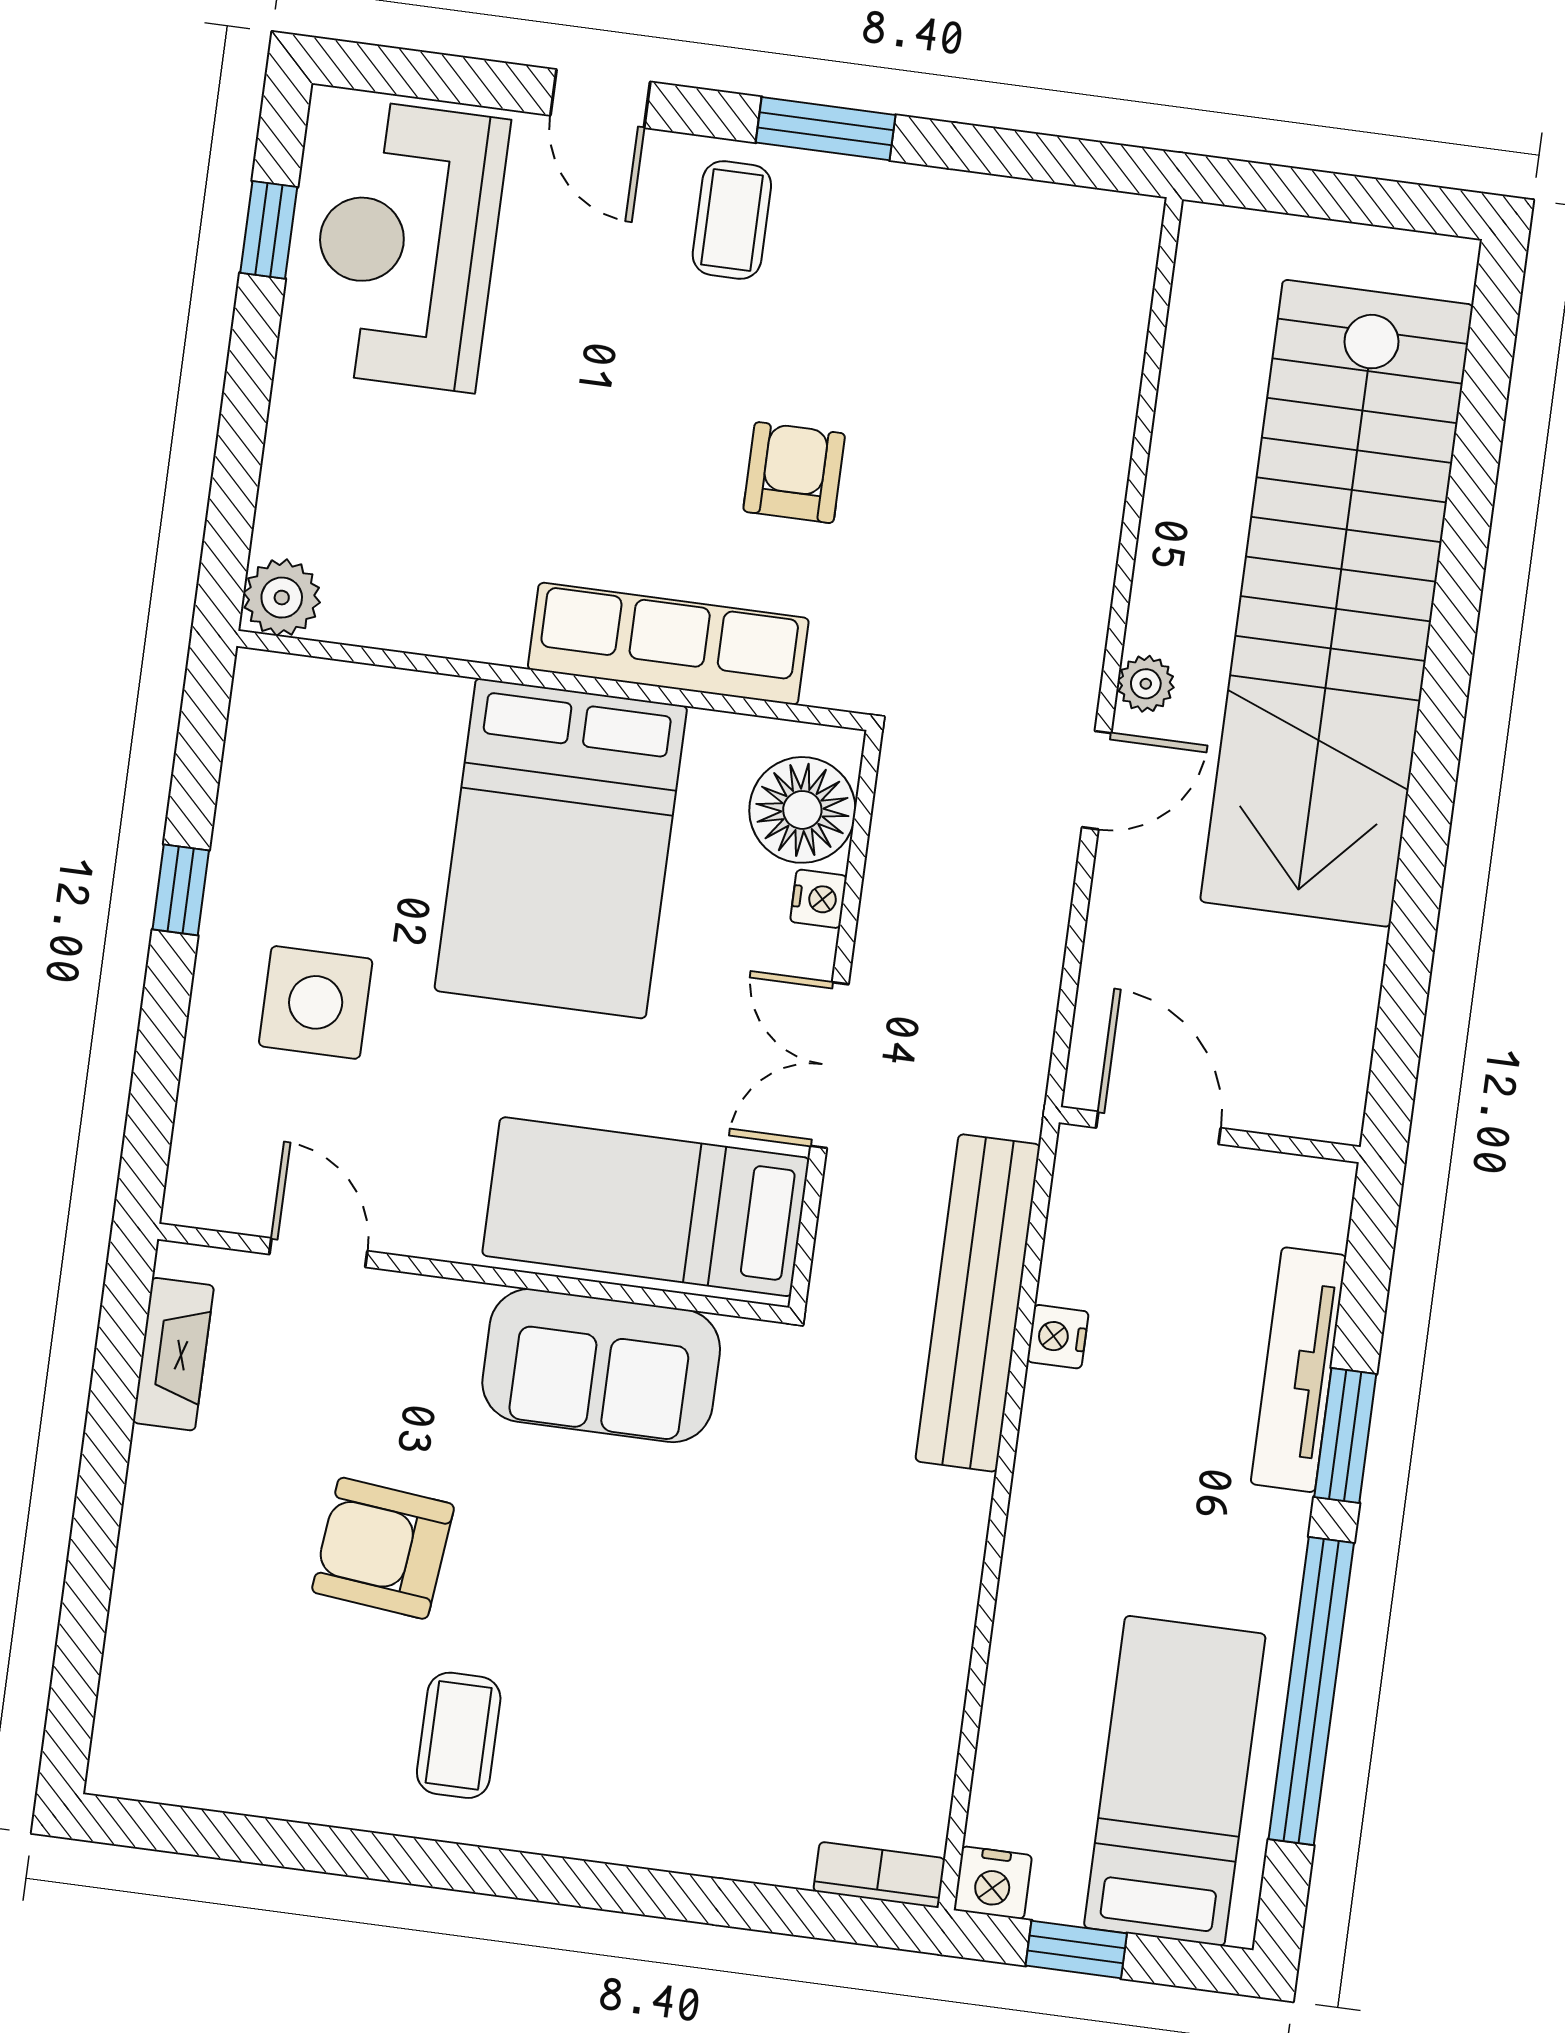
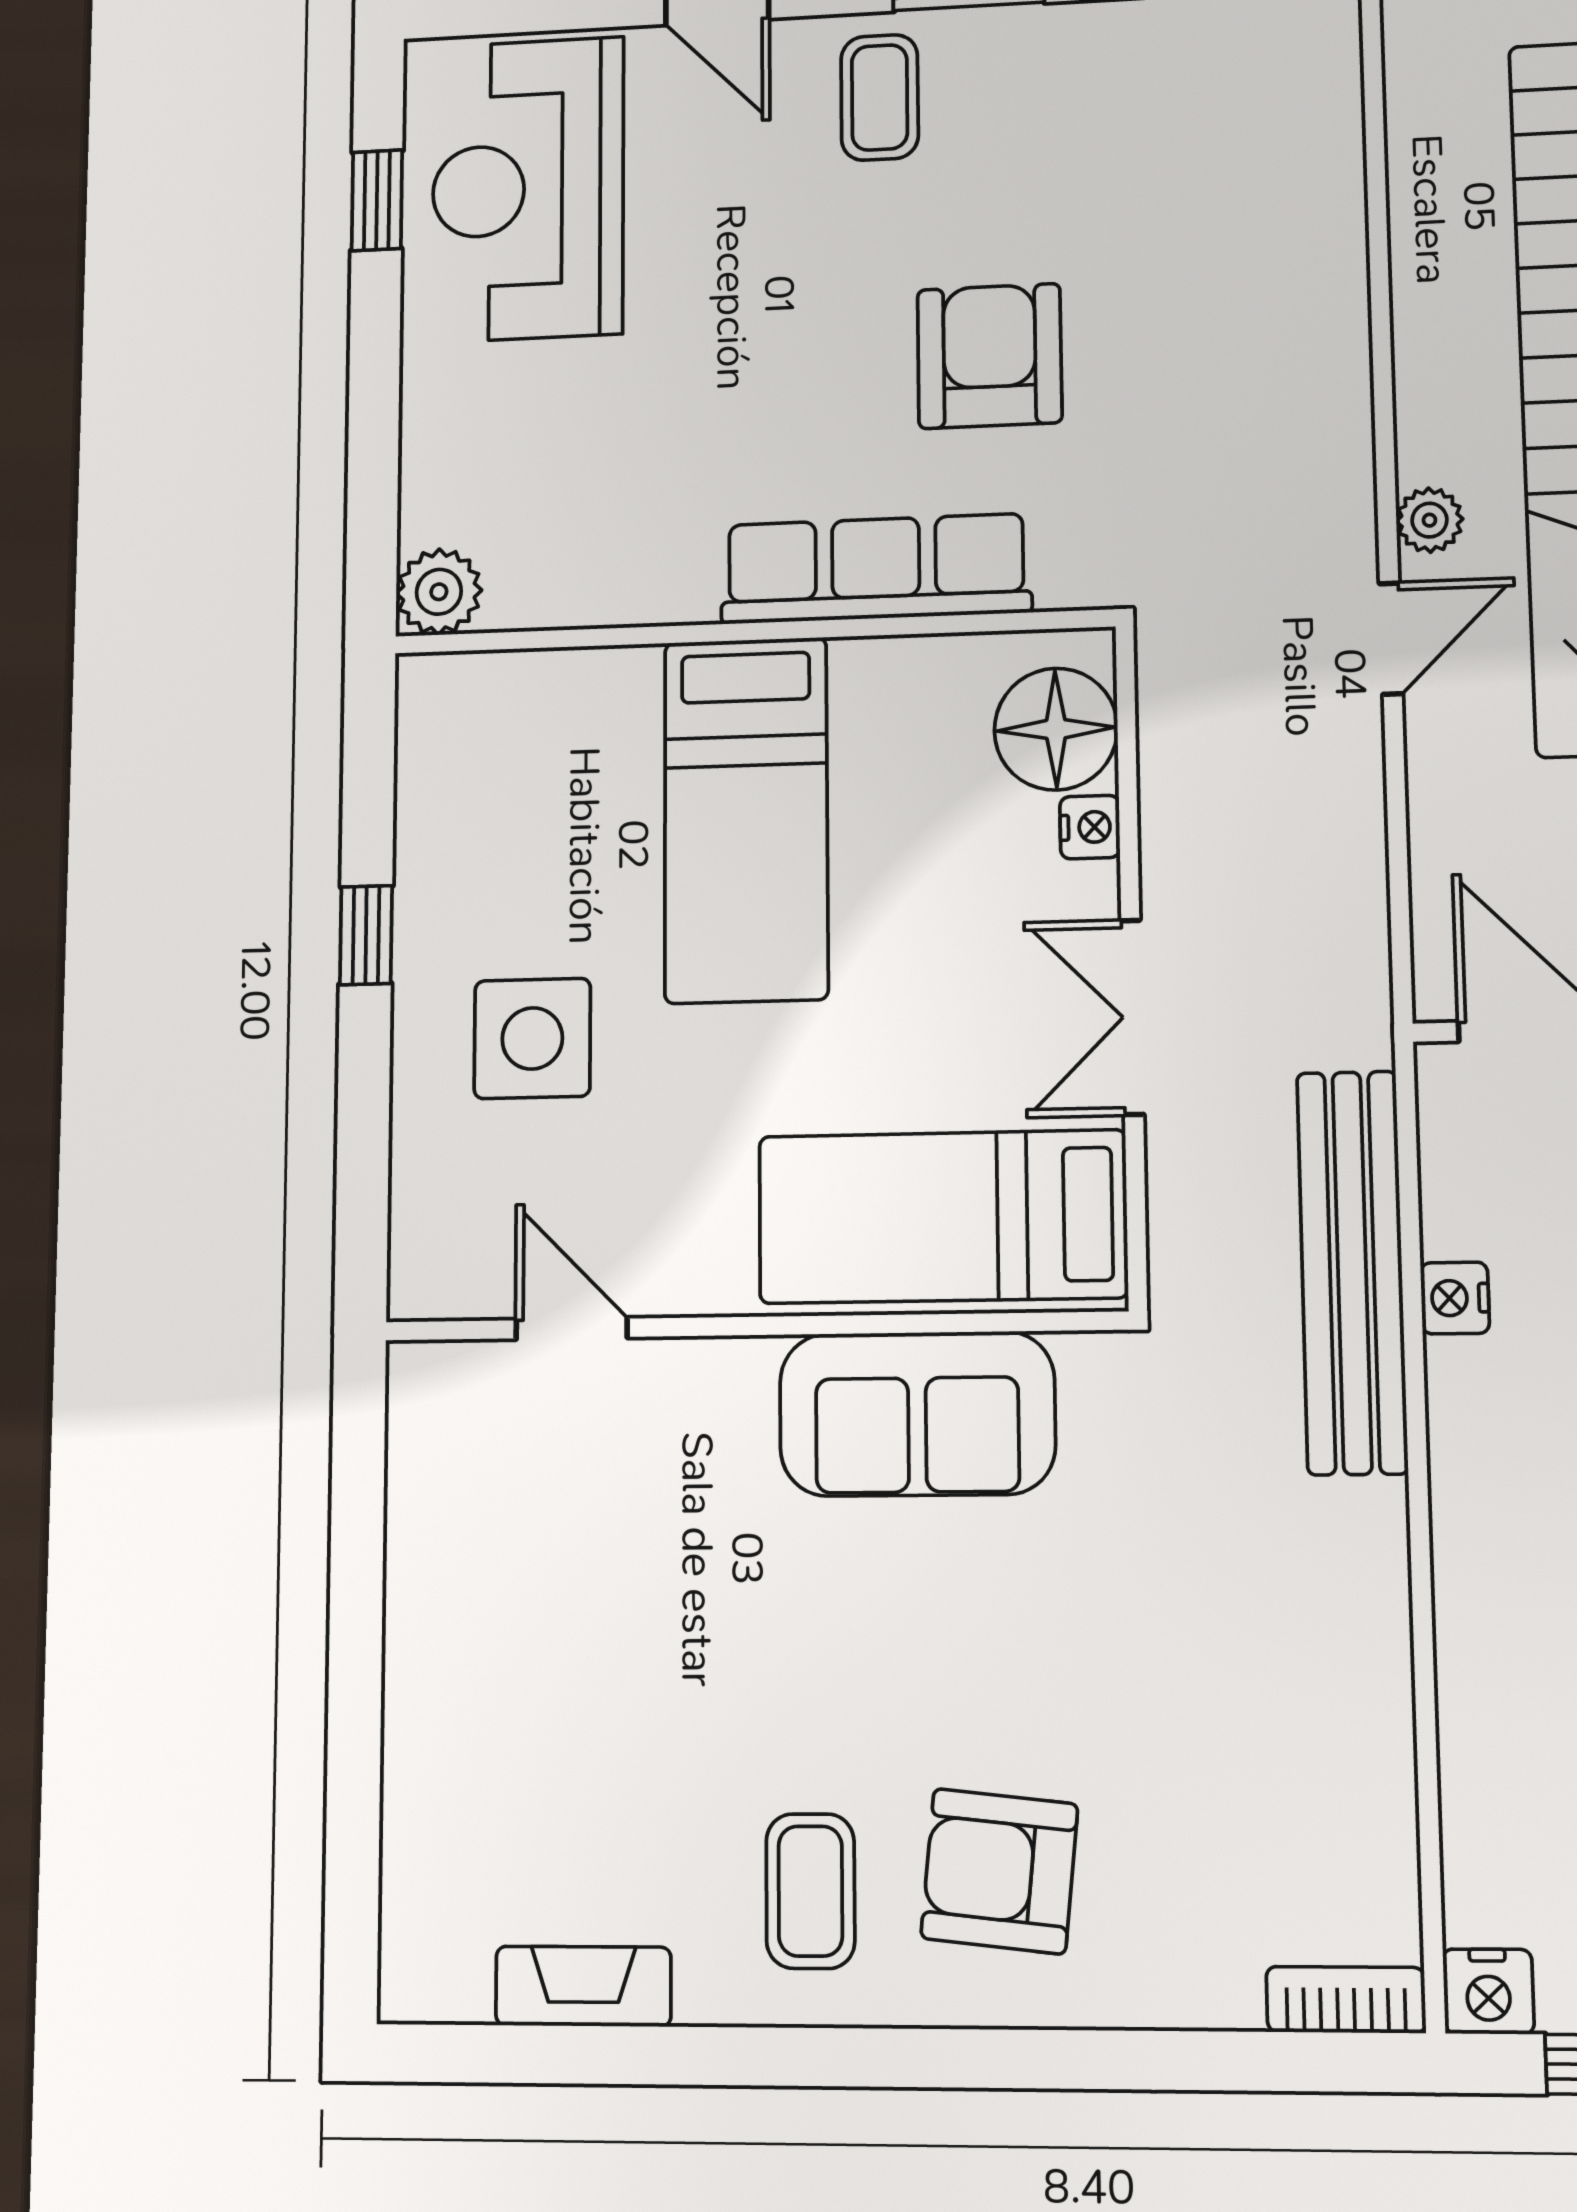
armchair: (794, 473) -> (989, 356), width x1.38, depth x1.38
bed: (561, 848) -> (746, 820), width x0.67
fireplace: (173, 1354) -> (583, 1986), moved, turned -90
armchair: (383, 1548) -> (999, 1871), moved

